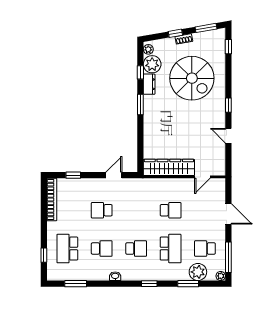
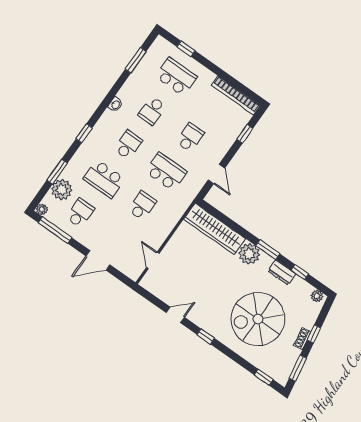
plant: (152, 64) -> (249, 254), moved
wardrobe: (169, 167) -> (215, 229), moved, turned 90
school desk: (136, 210) -> (166, 172), added
school desk: (171, 210) -> (142, 206), turned 180
school desk: (136, 249) -> (128, 145), turned 180

